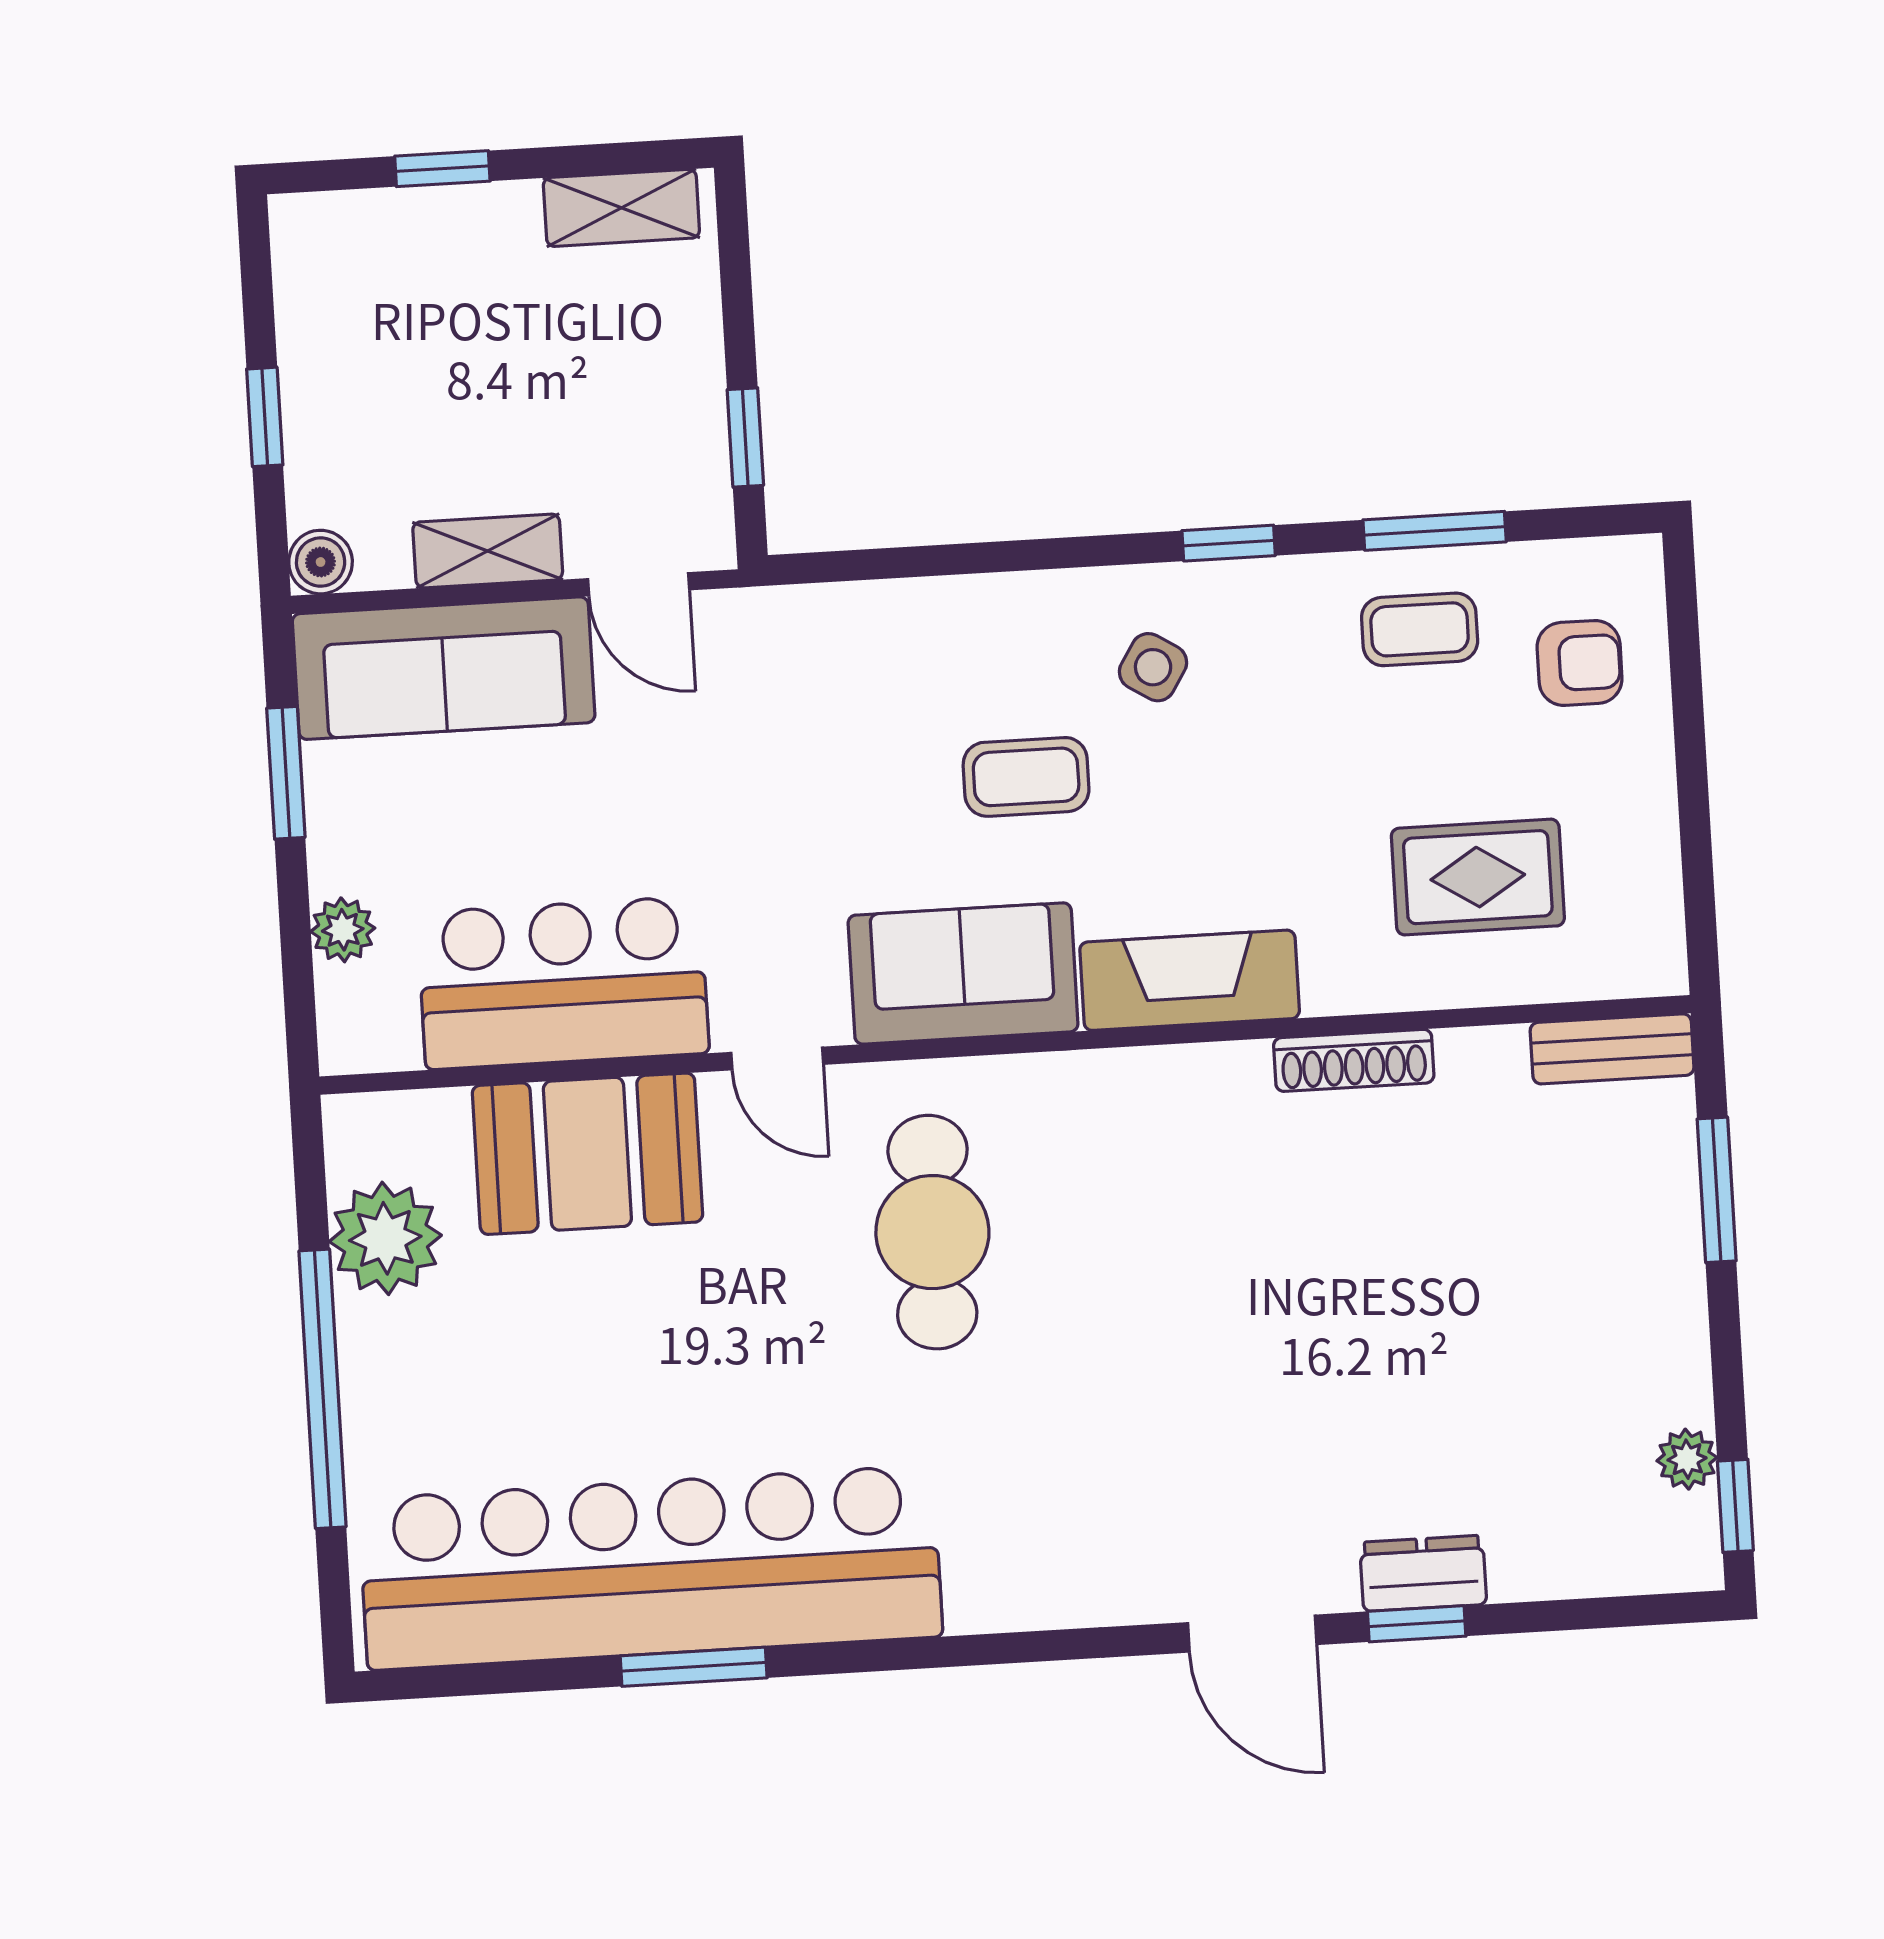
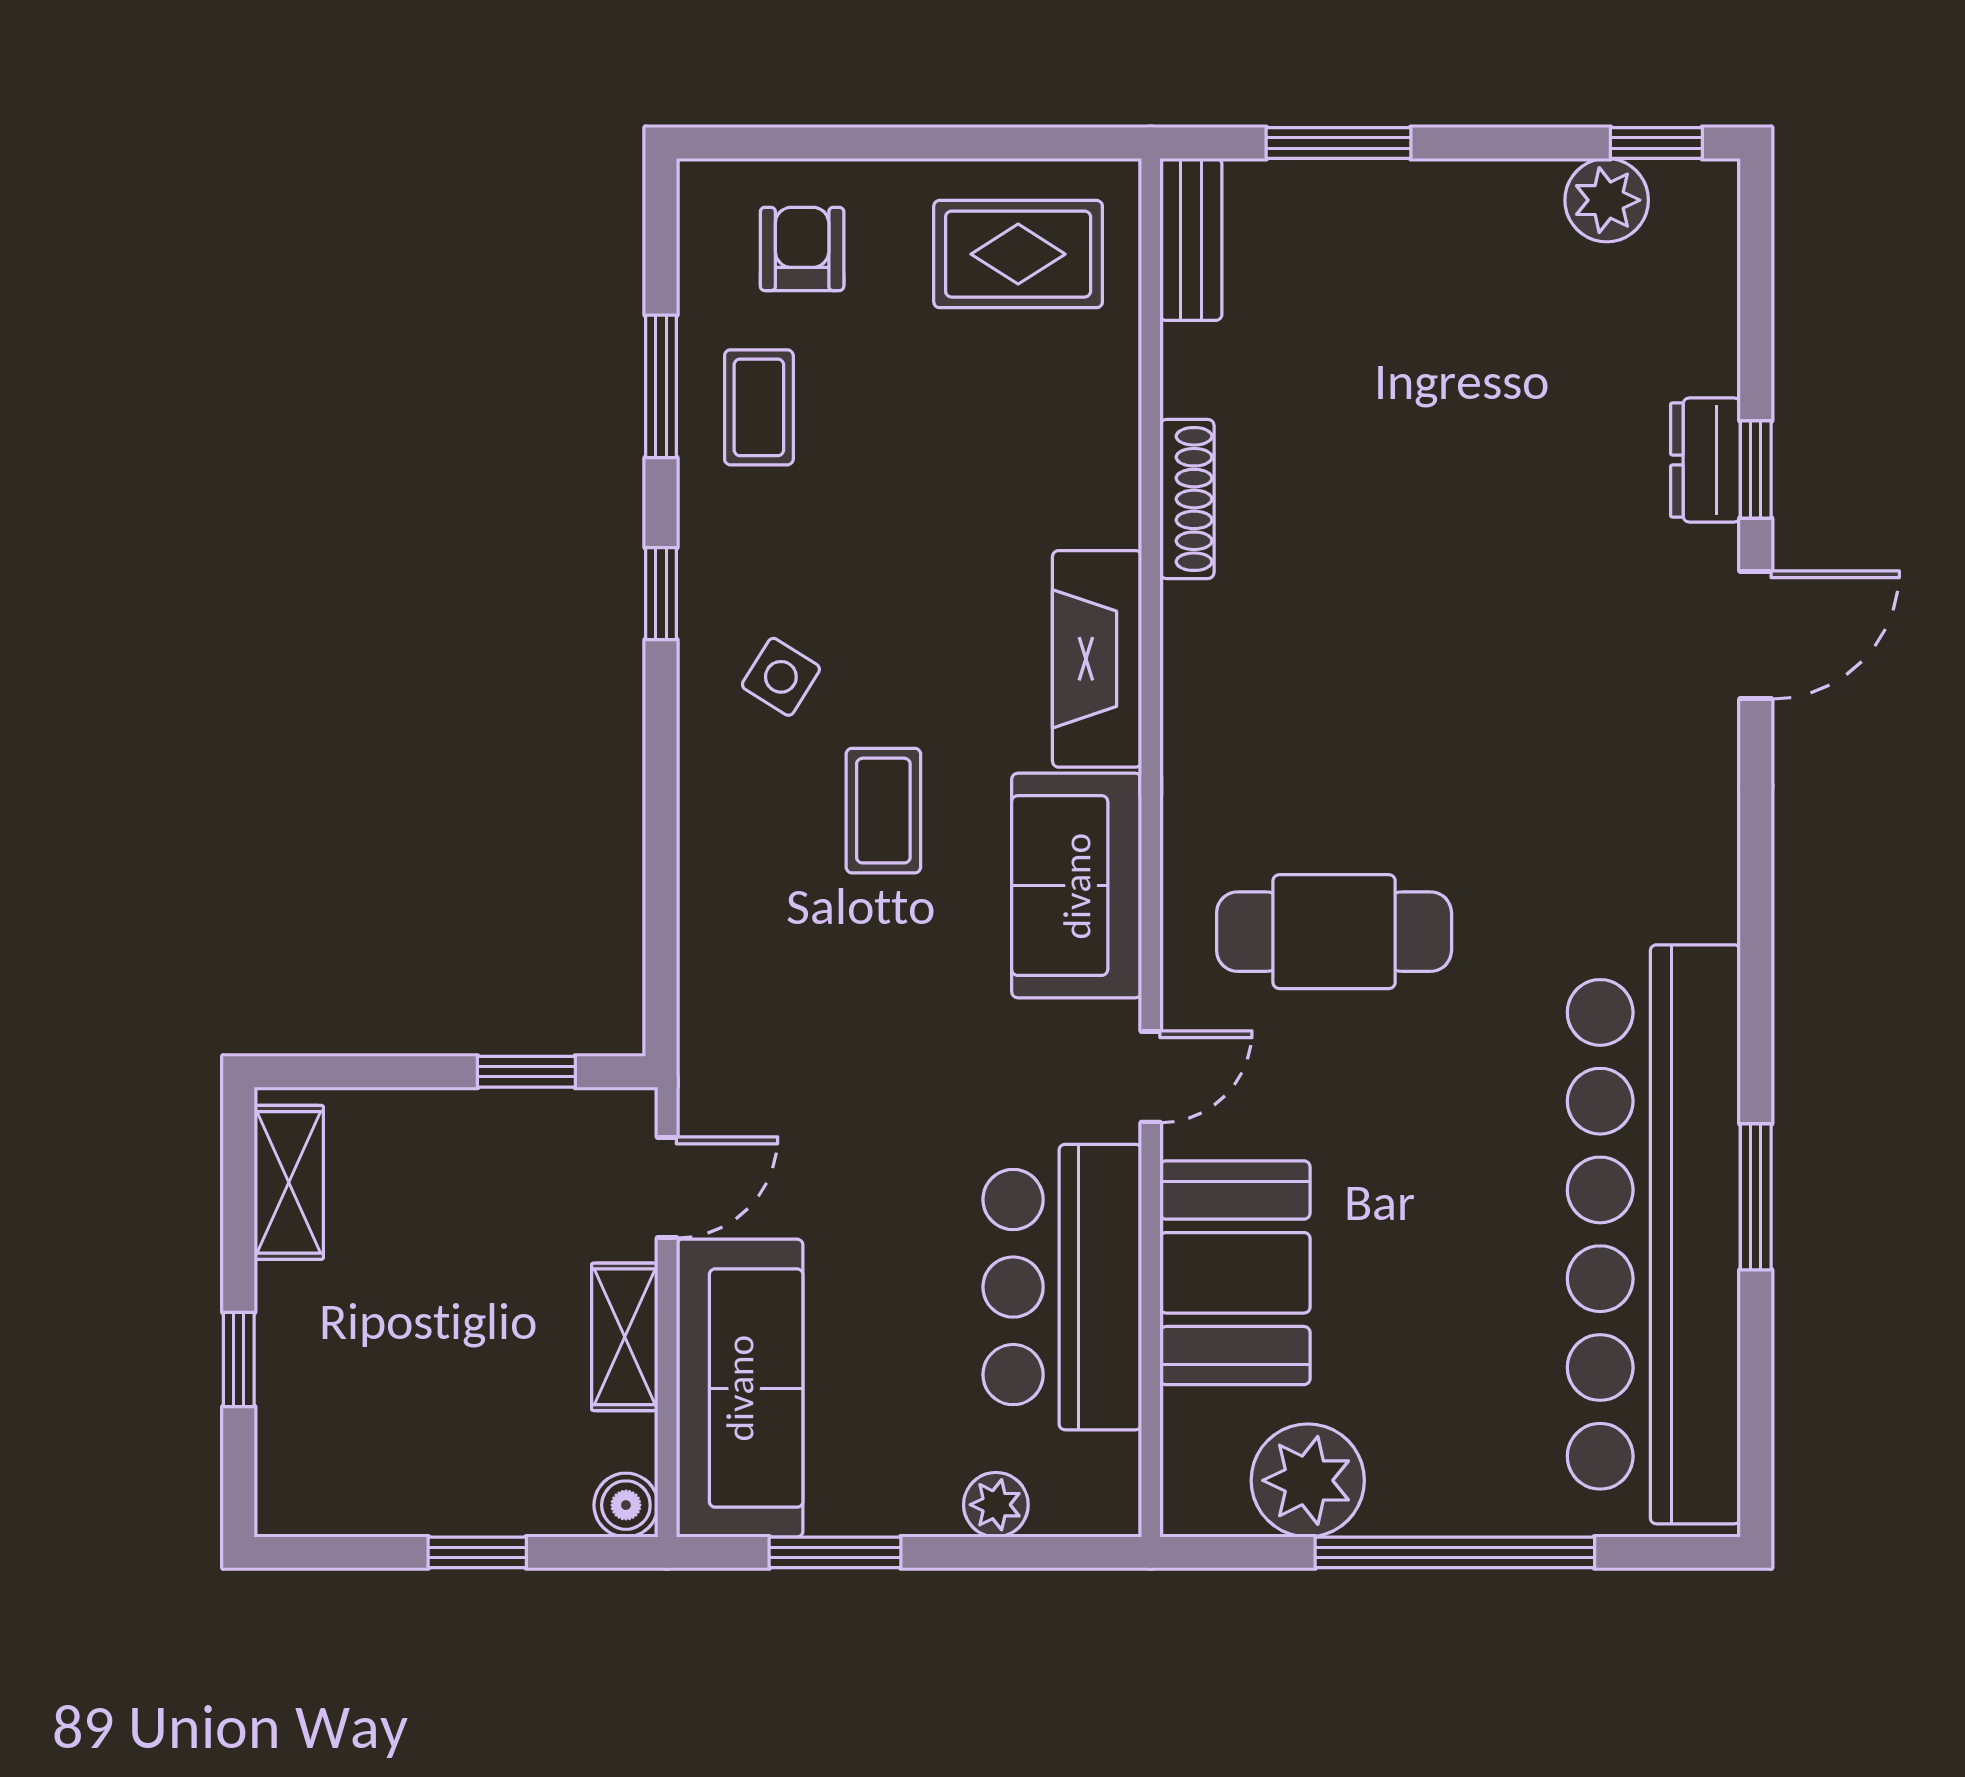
rug: (1478, 877) -> (1018, 254), moved, turned 90
plant: (1687, 1459) -> (1607, 200), width x1.38, depth x1.38

